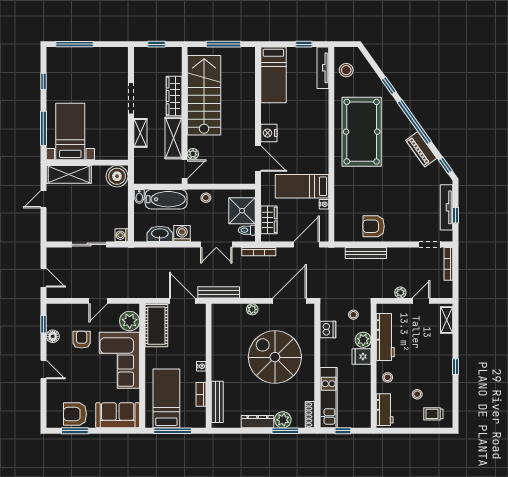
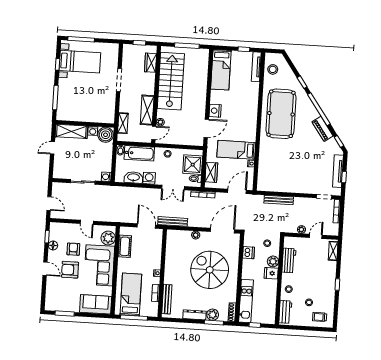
wardrobe: (174, 96) -> (151, 63), moved, width x0.67
bed with nightstands: (70, 131) -> (80, 62), moved, turned 90
shelving: (140, 133) -> (123, 123), moved
door: (258, 159) -> (206, 128), hinge flipped
washing machine: (99, 172) -> (93, 131), added
armchair: (374, 226) -> (285, 181), removed
door: (98, 301) -> (87, 222), hinge flipped
cot: (156, 326) -> (125, 246), width x0.73, depth x0.75
workbench: (385, 337) -> (289, 260), width x0.73
armchair: (75, 414) -> (70, 270), moved

